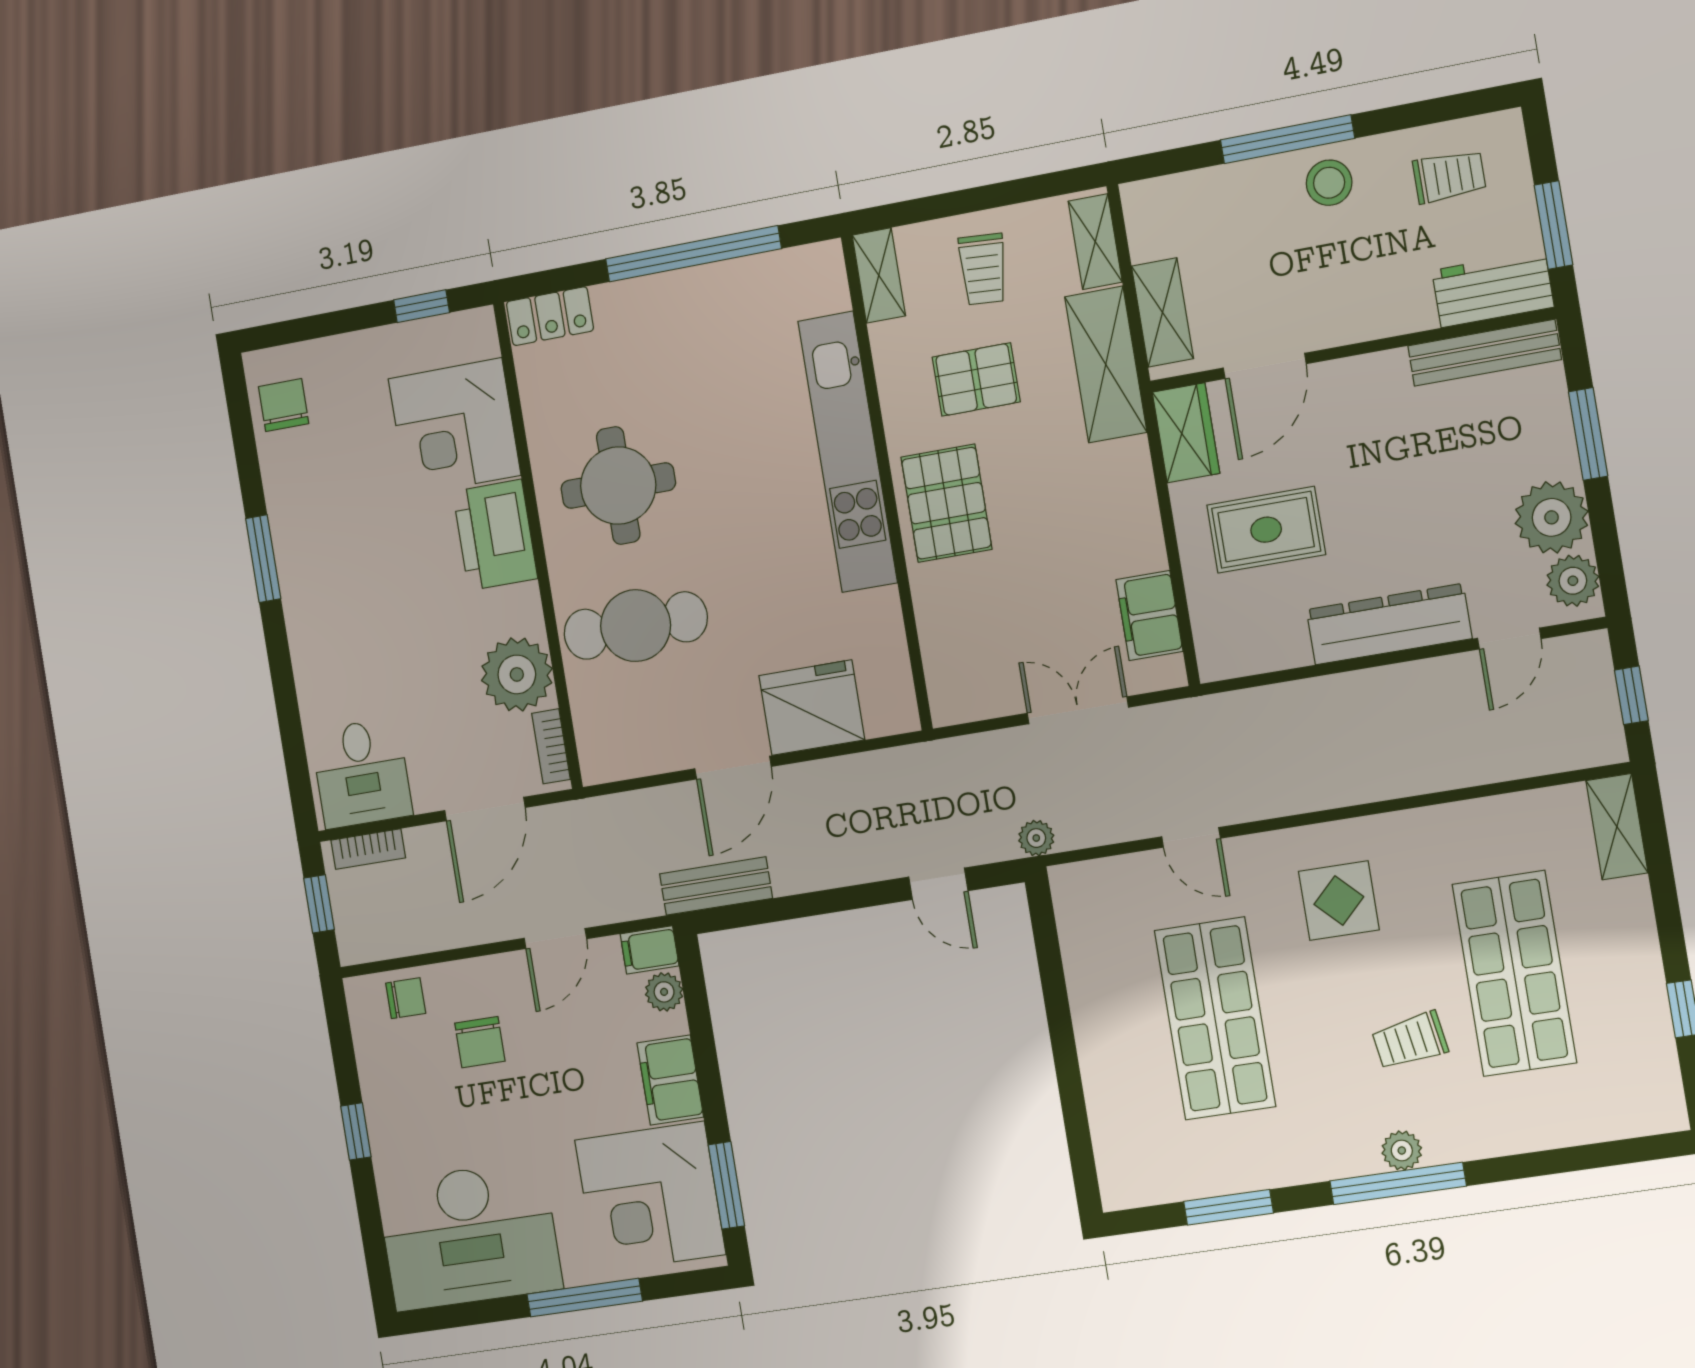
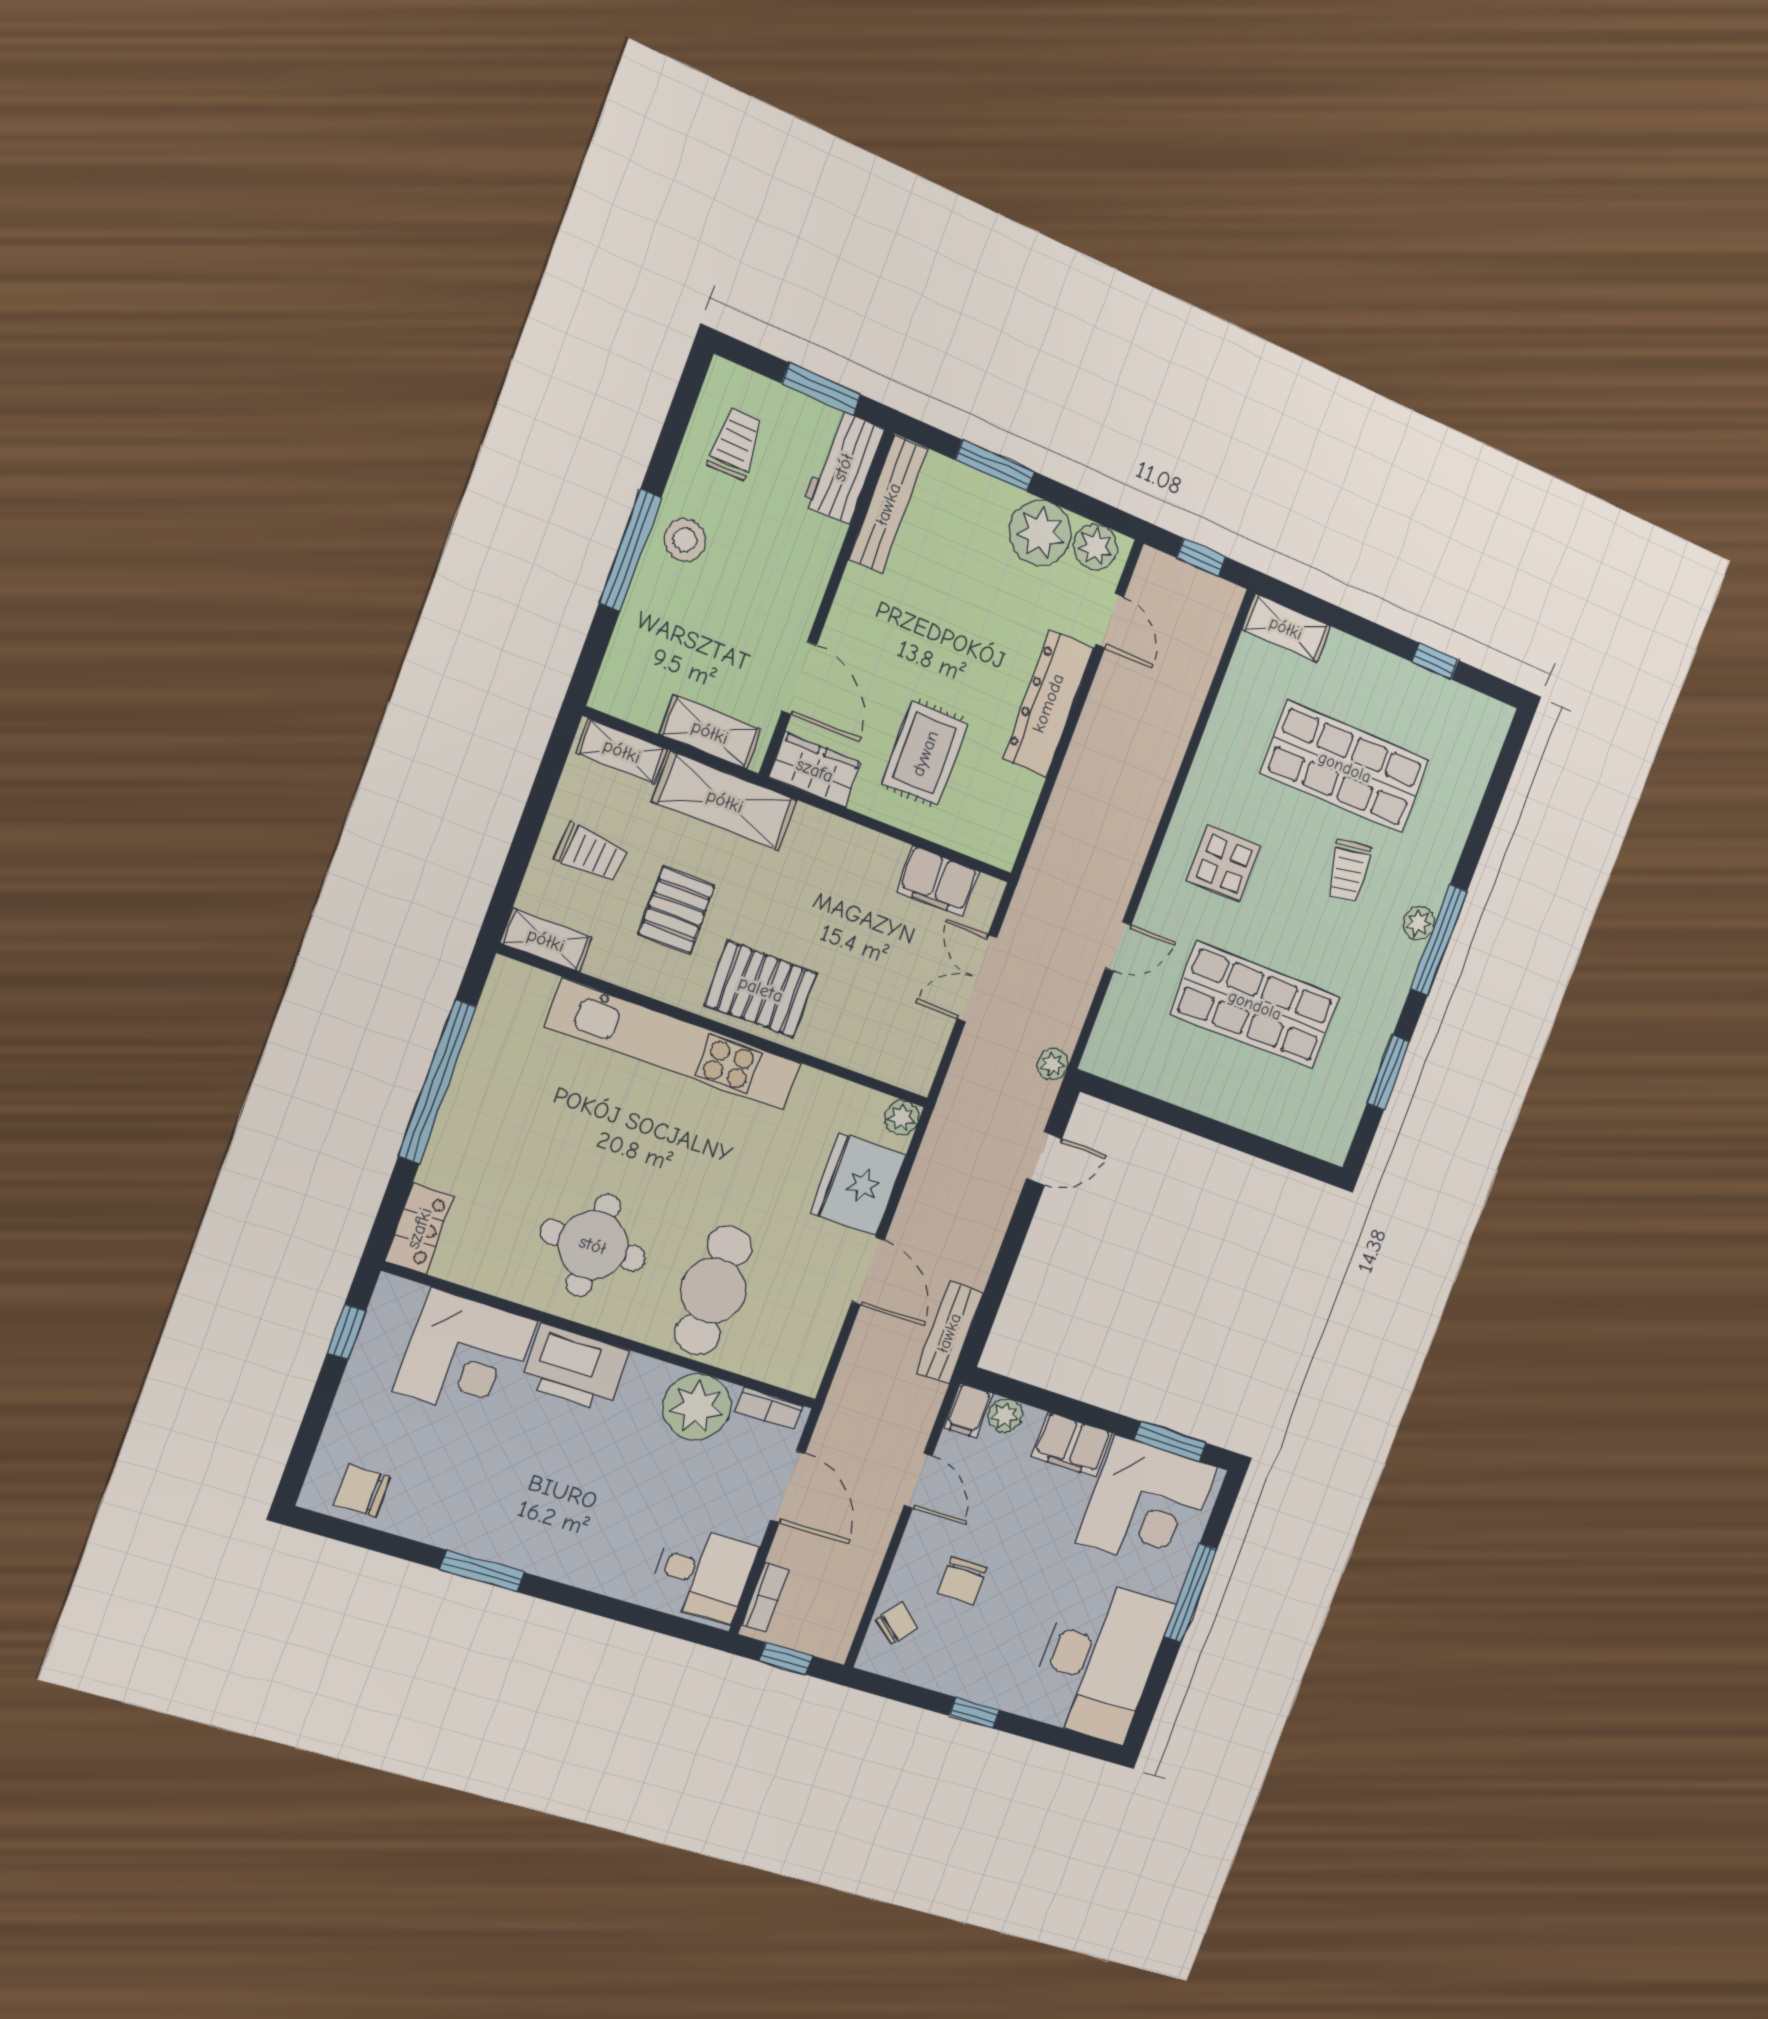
plant: (900, 714) -> (902, 1118), added
chair: (406, 998) -> (897, 1624), turned 39
chair: (480, 1042) -> (962, 1581), turned 90

